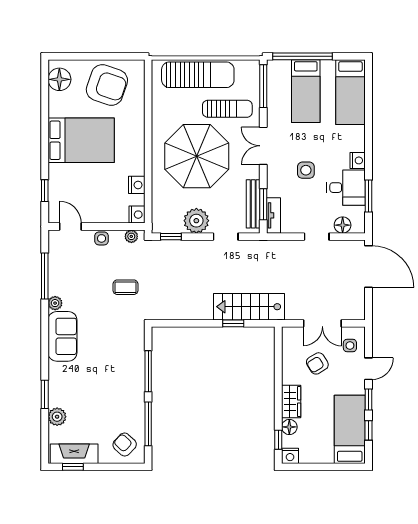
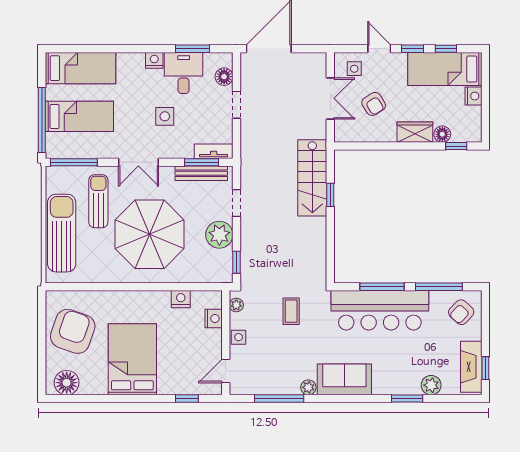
nightstand: (137, 215) -> (214, 319), moved, turned 90
bar counter: (126, 369) -> (380, 310), added
nightstand: (290, 456) -> (473, 96), moved

